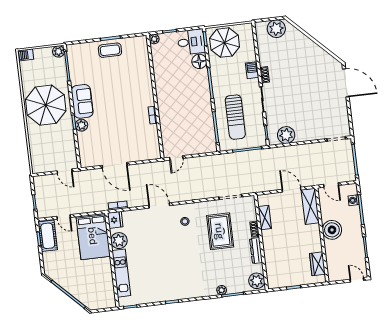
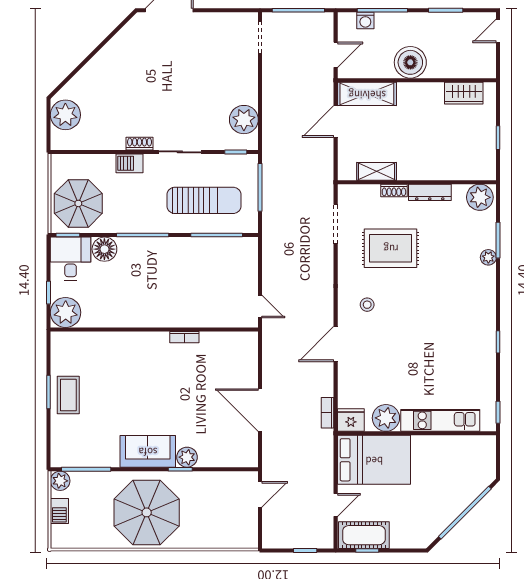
plant: (154, 39) -> (66, 312), width x1.88, depth x1.88
barbecue: (26, 55) -> (59, 511), moved
door: (115, 165) -> (260, 410), swing flipped

